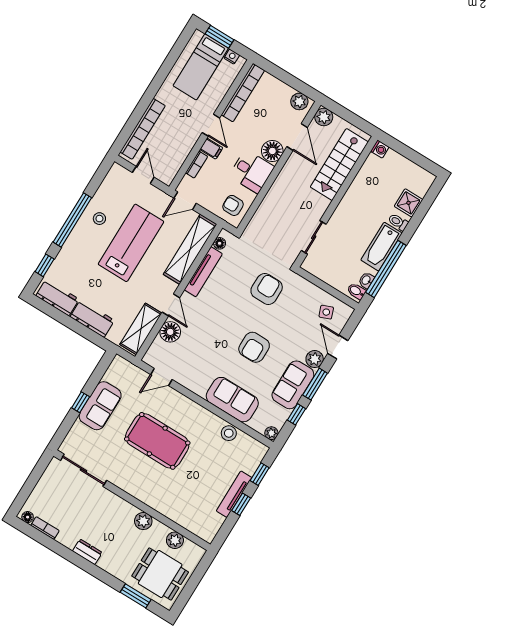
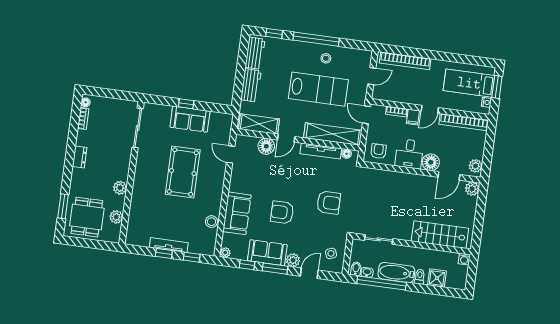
washing machine: (380, 149) -> (464, 259), moved
stairs: (339, 164) -> (440, 235), moved
wall: (336, 202) -> (412, 244), moved
sliding door: (314, 237) -> (379, 239), moved

